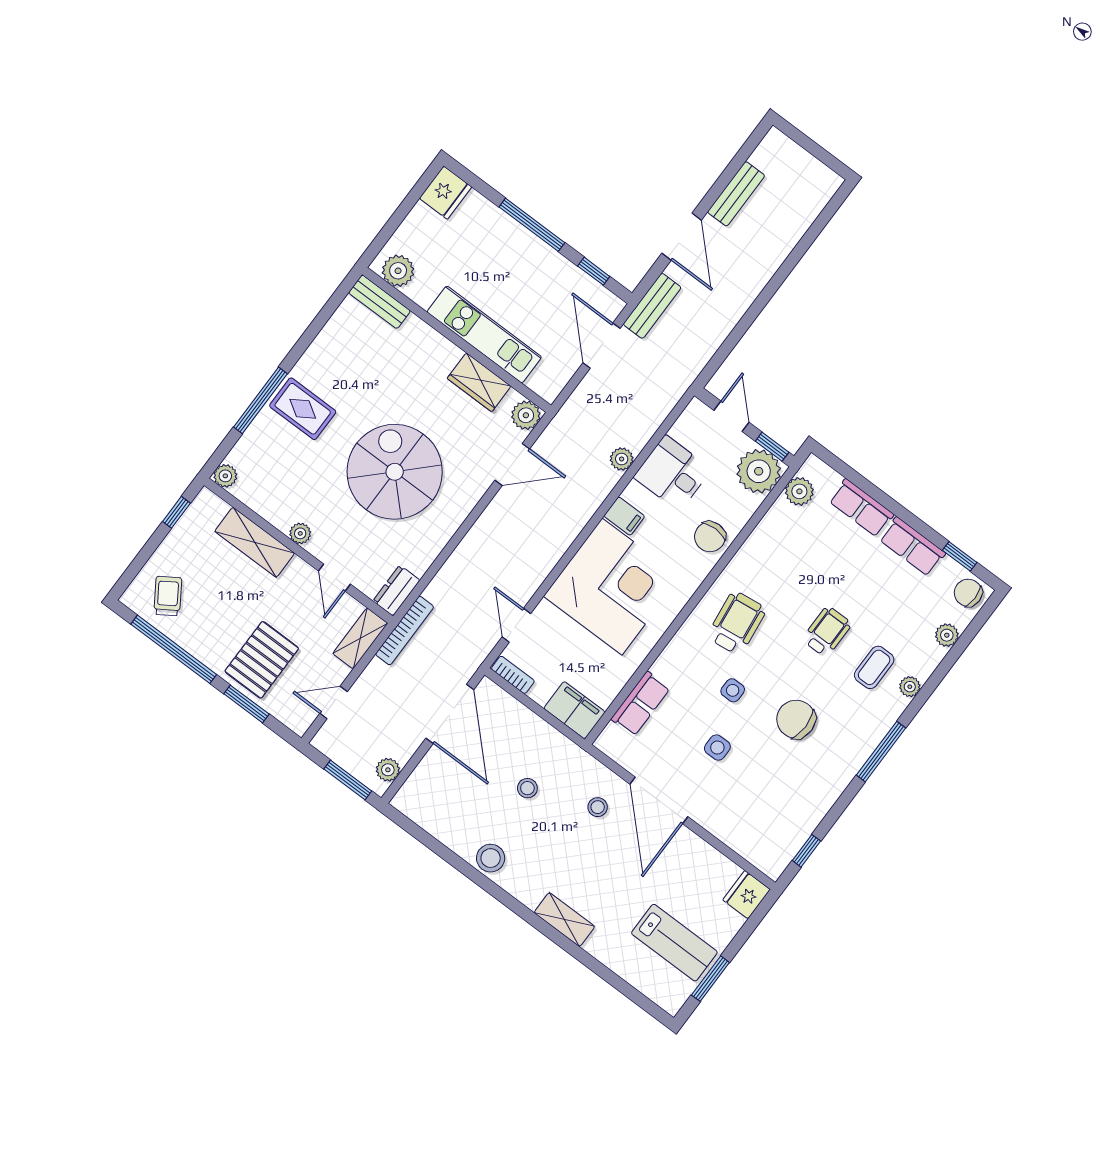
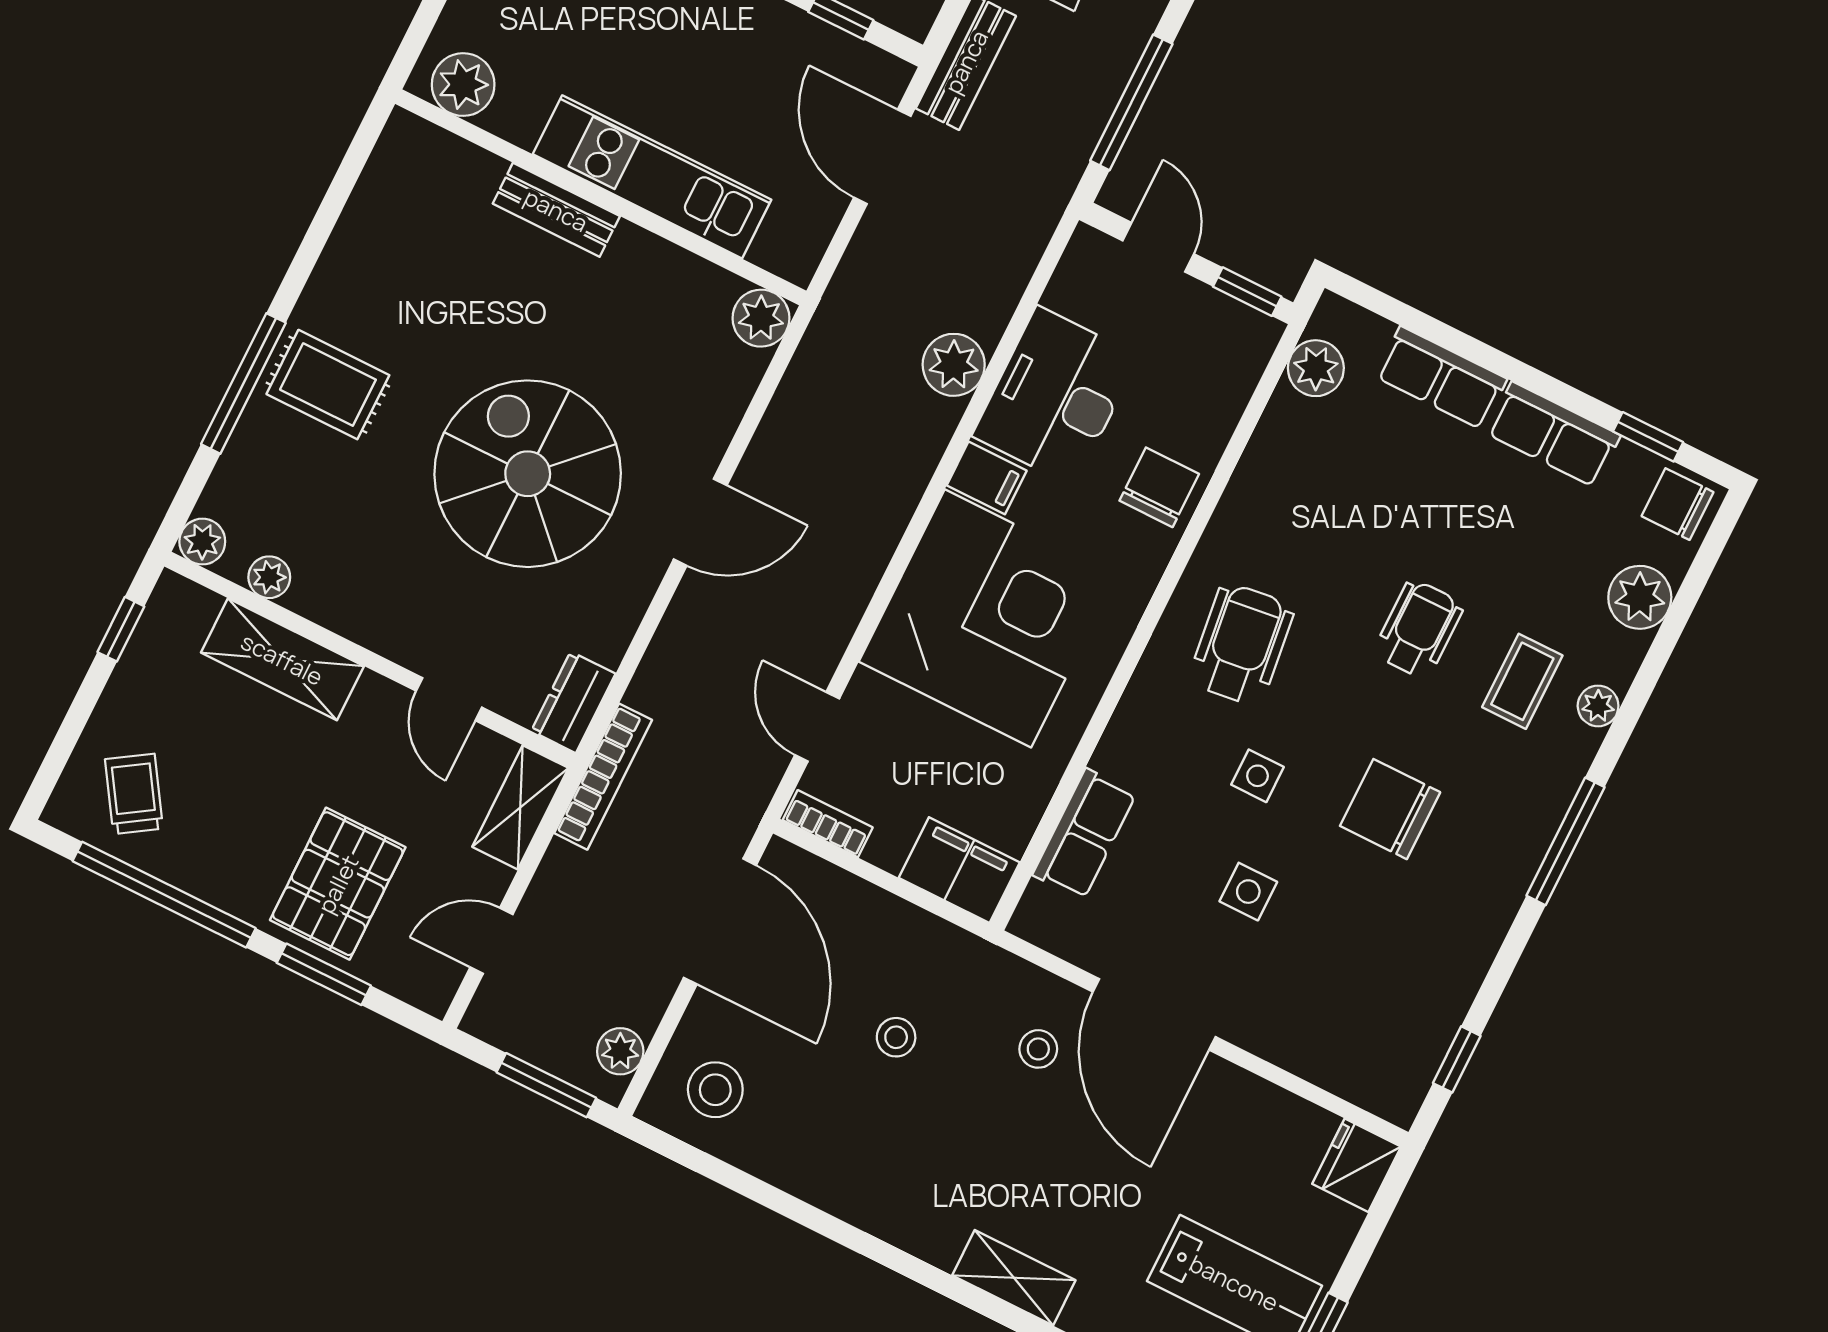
bench: (380, 302) -> (556, 210), moved
window: (731, 341) -> (1131, 102), added
wardrobe: (479, 382) -> (659, 271), removed
plant: (622, 459) -> (954, 365), width x1.38, depth x1.38
door: (512, 465) -> (700, 522), moved
plant: (759, 471) -> (1230, 344), removed
desk: (673, 473) -> (1056, 396), width x1.37
plant: (300, 533) -> (269, 577), moved
chair: (710, 537) -> (1159, 487), turned 180
plant: (947, 635) -> (1640, 597), width x1.38, depth x1.38
stool: (491, 858) -> (715, 1090), moved

